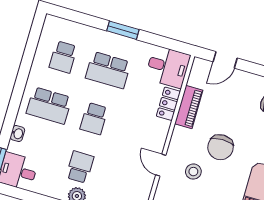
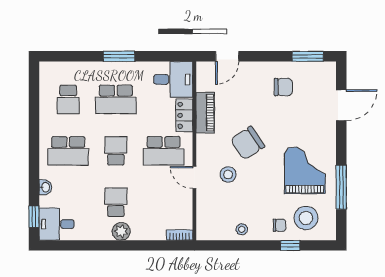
school desk: (94, 119) -> (116, 151), turned 180
school desk: (139, 132) -> (164, 151), added
chair: (221, 147) -> (248, 143), turned 57

